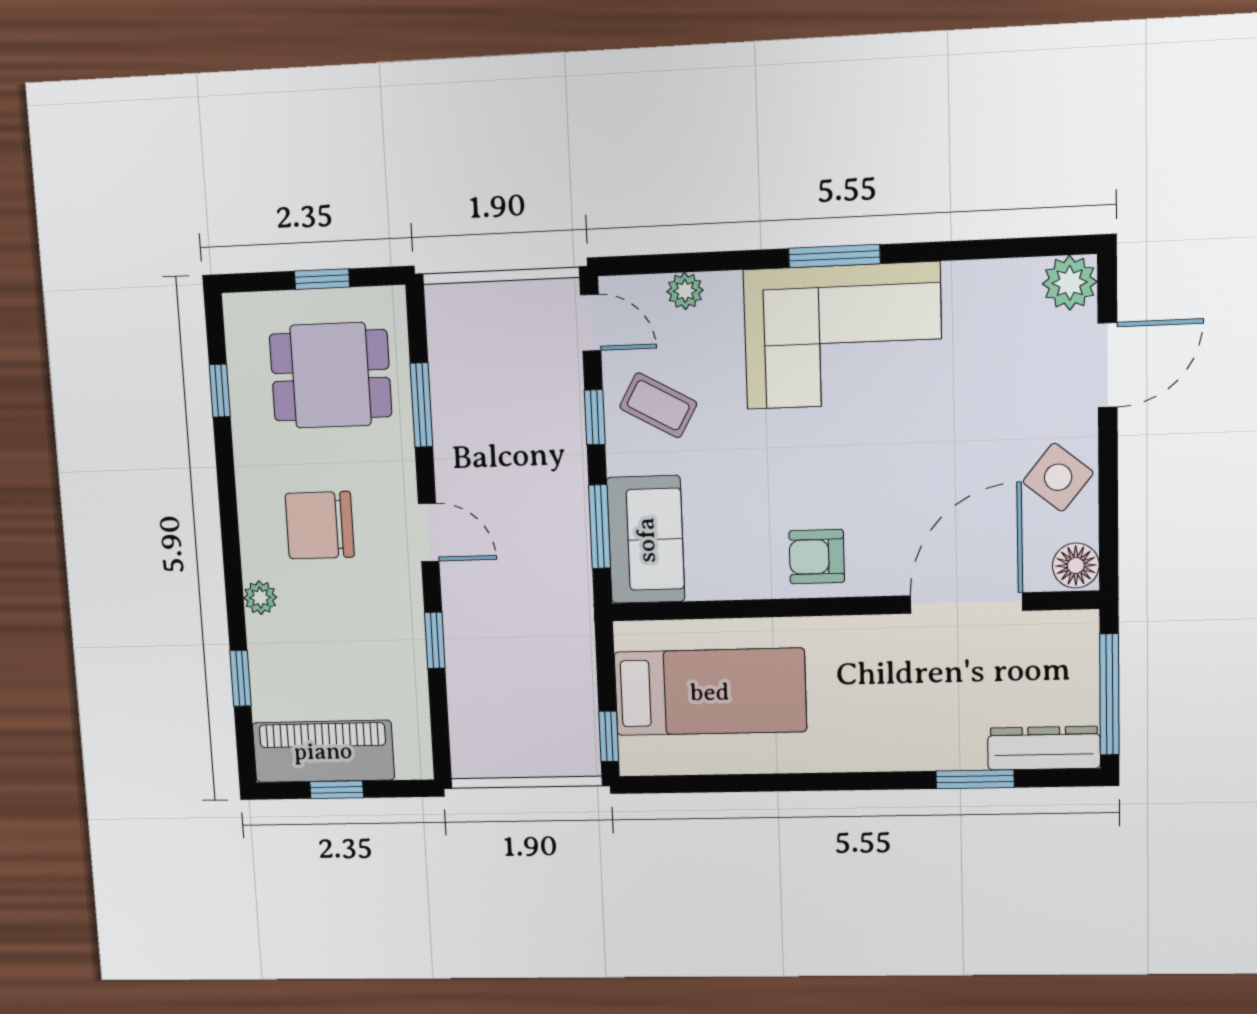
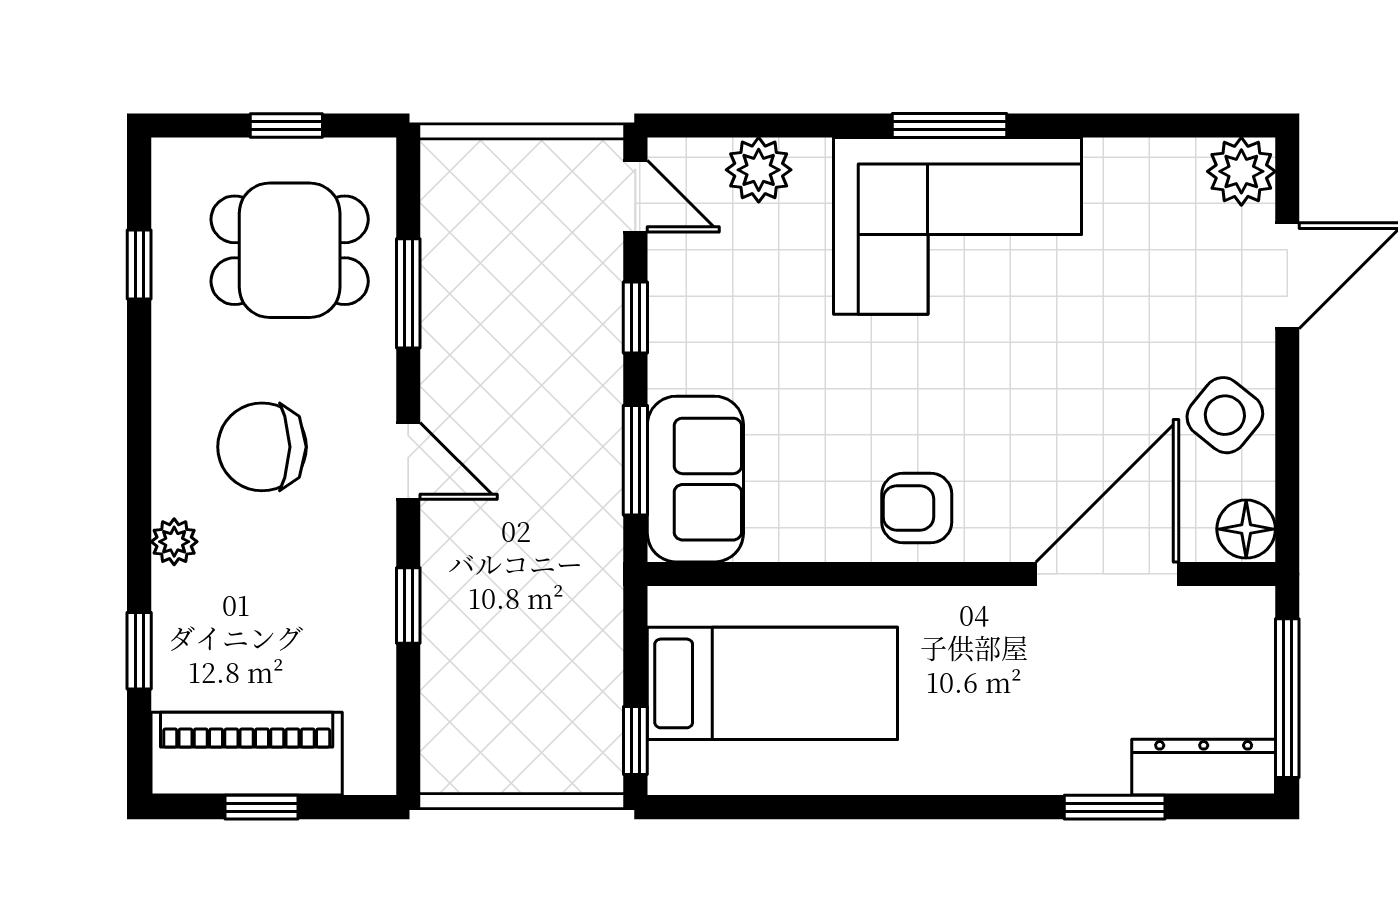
plant: (685, 291) -> (759, 170), width x1.38, depth x1.38
coffee table: (658, 405) -> (719, 305), removed

